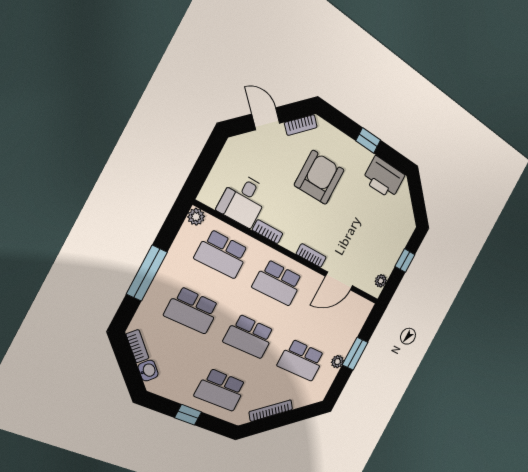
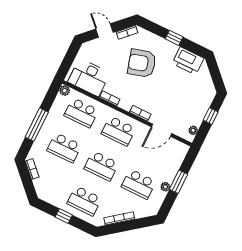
armchair: (319, 177) -> (142, 63), turned -106
desk: (243, 200) -> (89, 77), width x1.37
washbasin: (148, 371) -> (39, 185), removed

